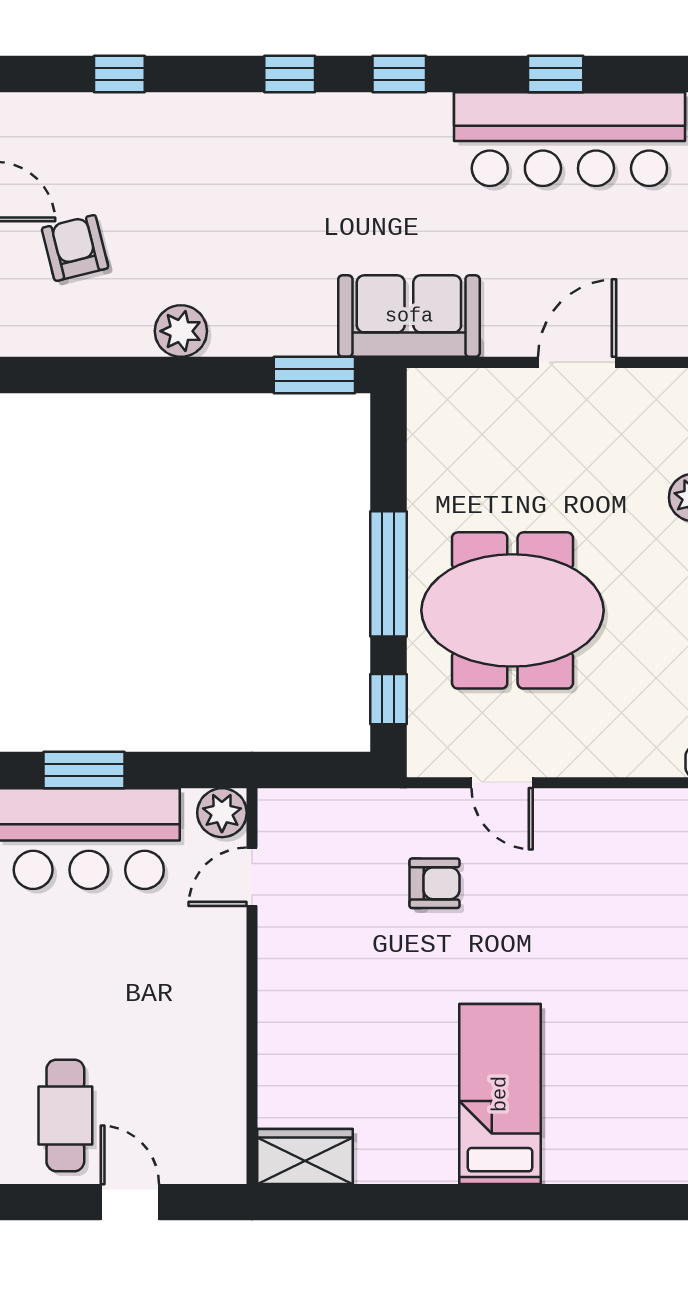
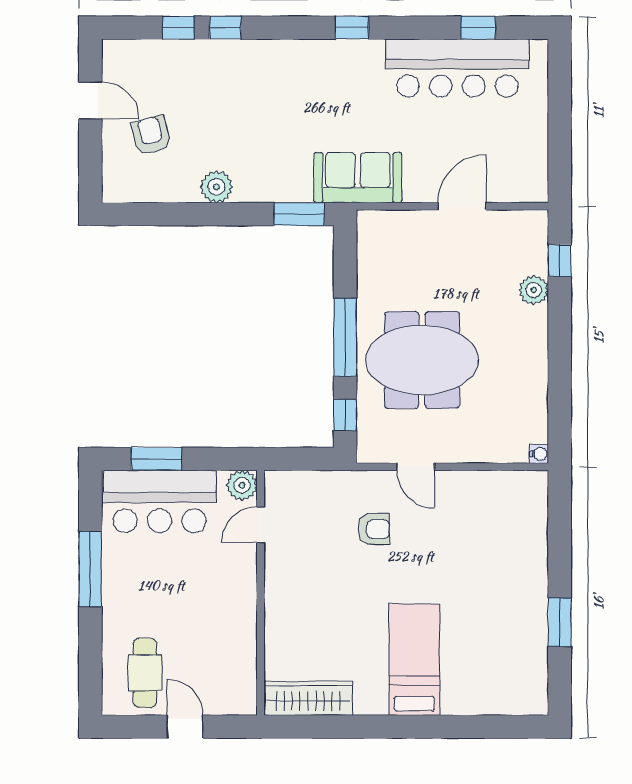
window: (290, 74) -> (225, 28), moved
window: (556, 74) -> (478, 28), moved
wardrobe: (305, 1156) -> (308, 698), width x1.50

